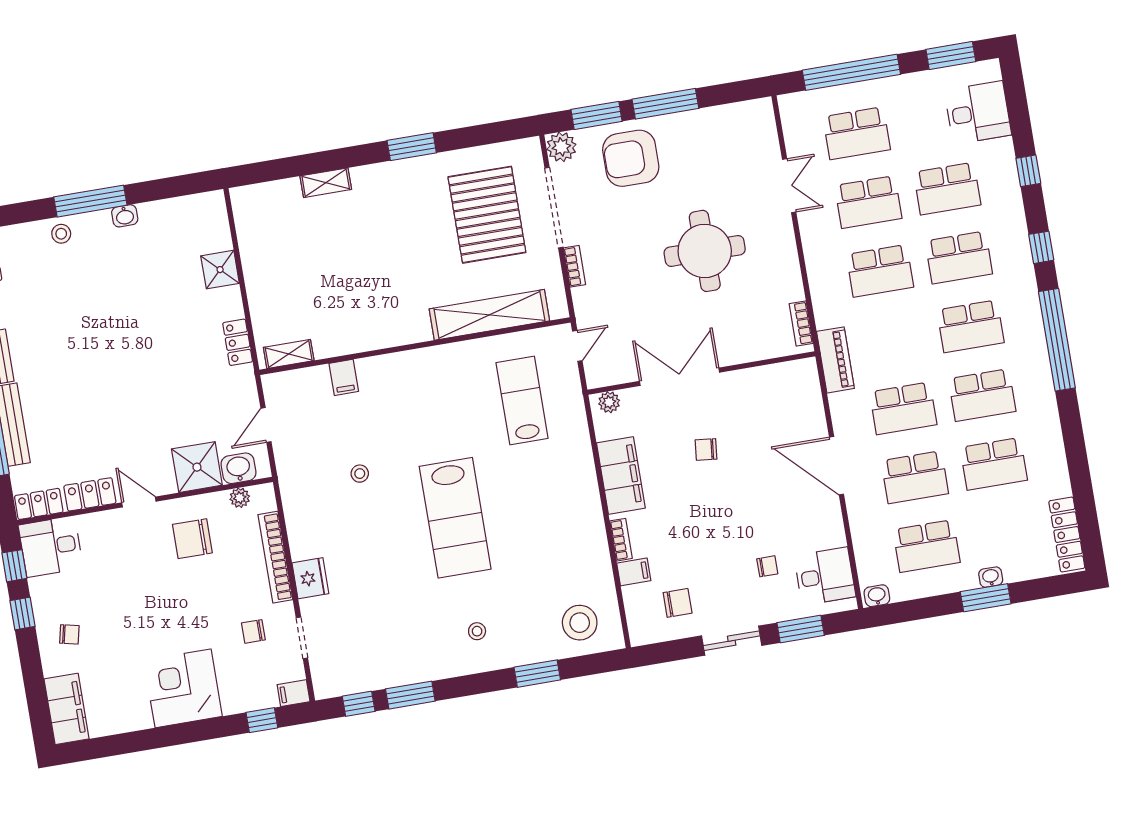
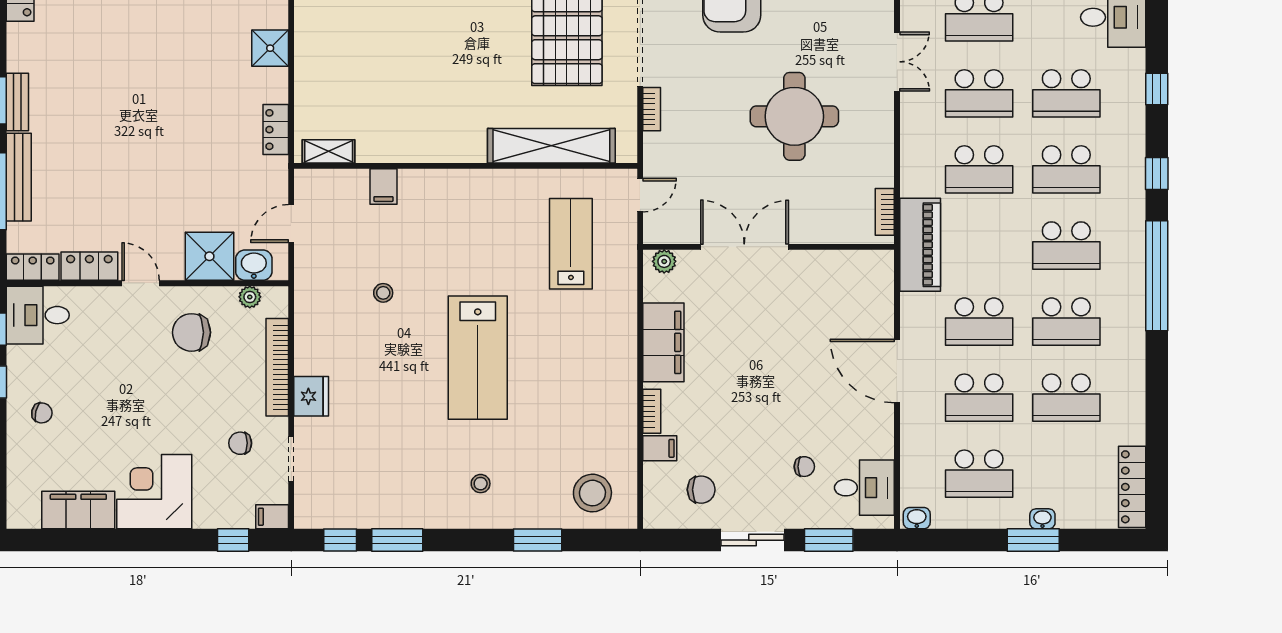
piano: (835, 360) -> (920, 245), width x1.37, depth x1.33
chair: (706, 450) -> (760, 330), removed
filing cabinet: (67, 709) -> (78, 510), moved, turned -90

